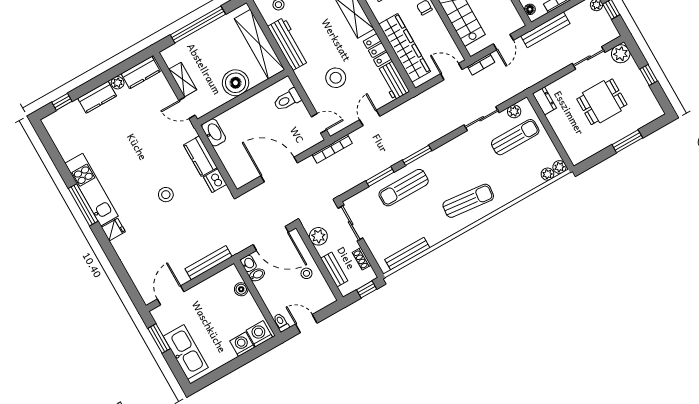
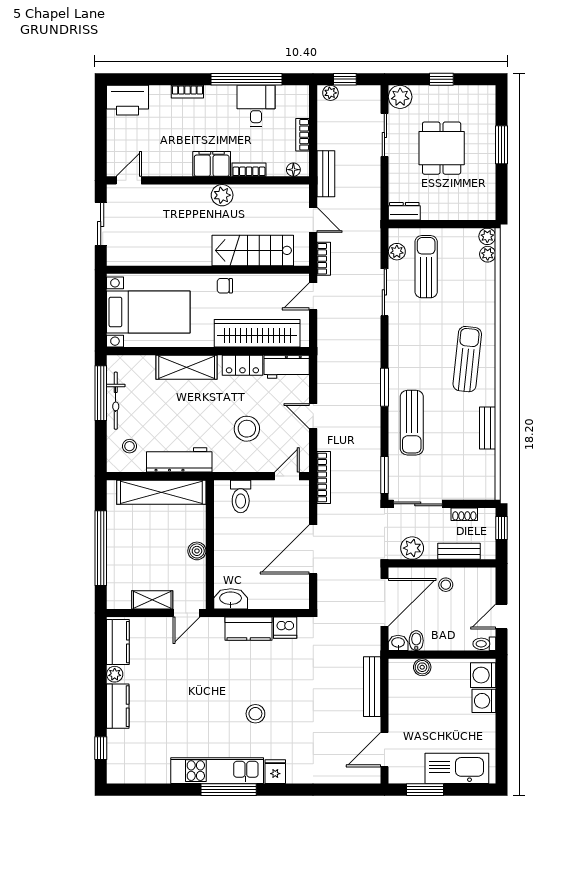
bench: (545, 30) -> (326, 174), width x0.73
boiler: (236, 83) -> (197, 551), width x0.54, depth x0.54
window: (380, 177) -> (384, 475), moved
stool: (166, 195) -> (255, 714), moved
bench: (407, 254) -> (488, 428), moved, width x0.73
door: (171, 295) -> (384, 750), hinge flipped

